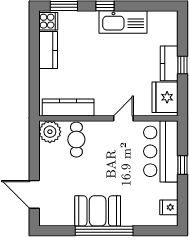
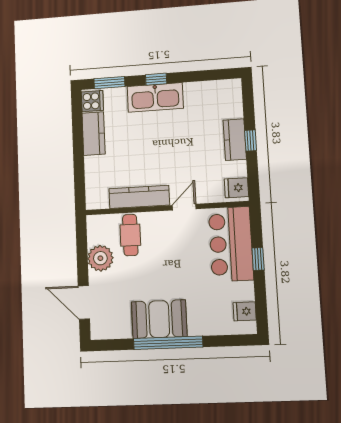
kitchen sink: (123, 22) -> (155, 97), moved
fridge: (165, 97) -> (236, 188), width x0.53, depth x0.75
kitchen counter: (68, 107) -> (139, 197), moved
plant: (50, 132) -> (100, 258), moved

